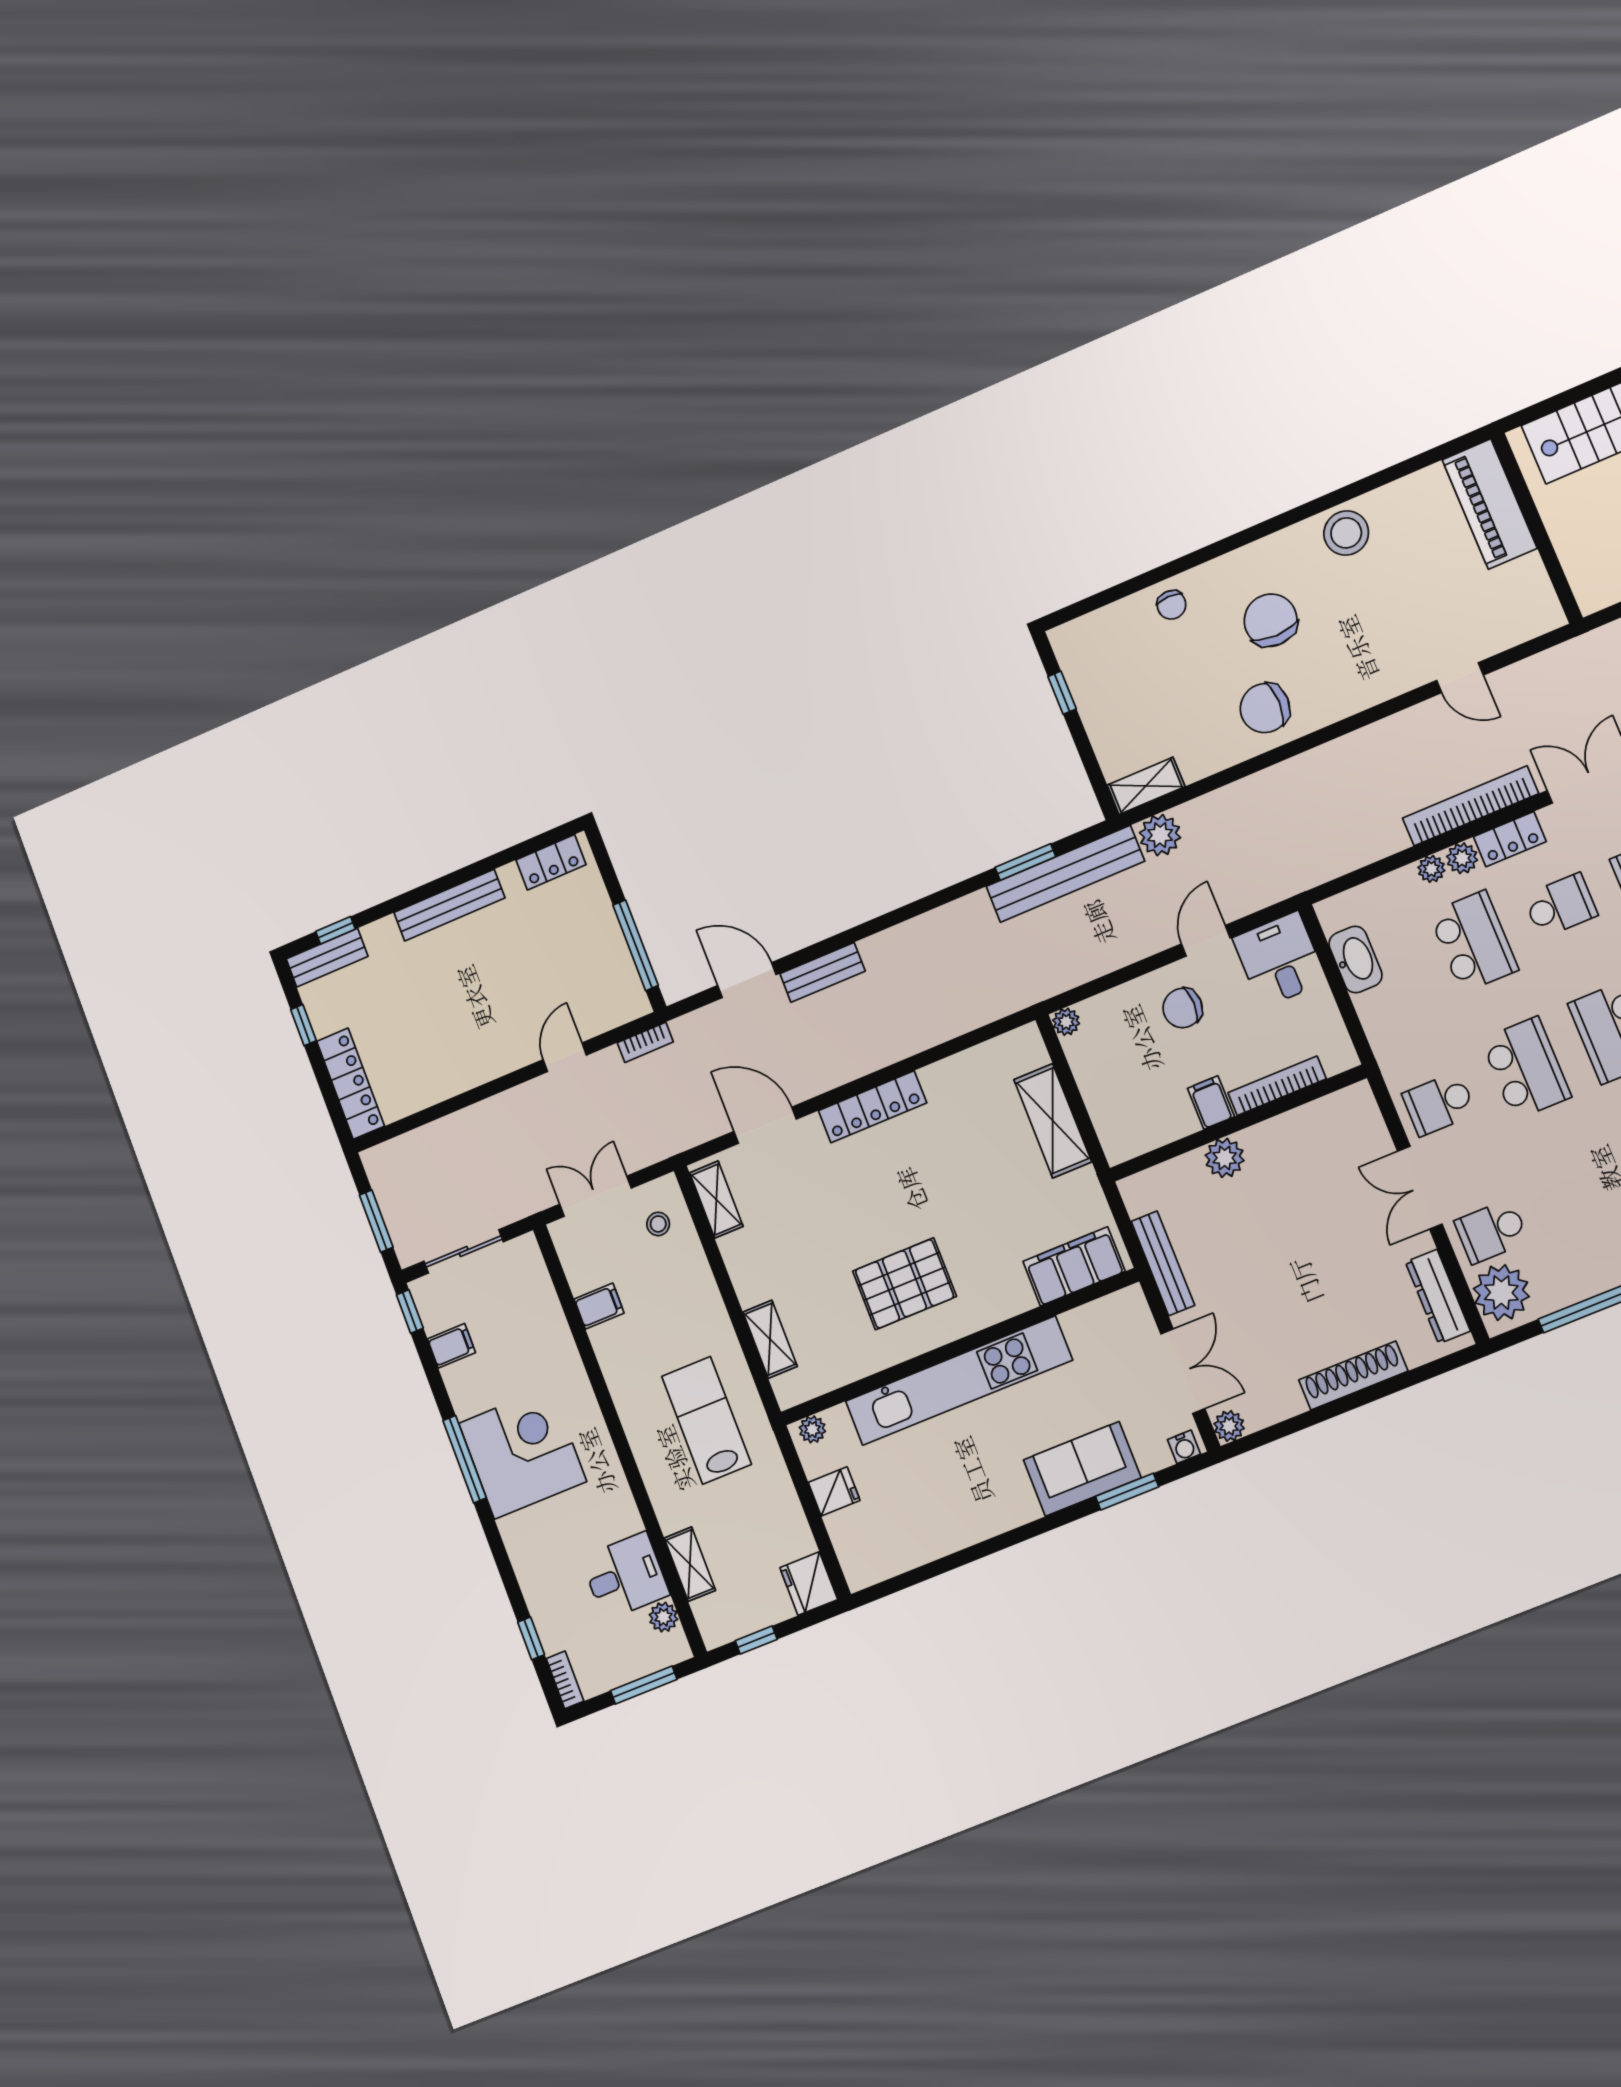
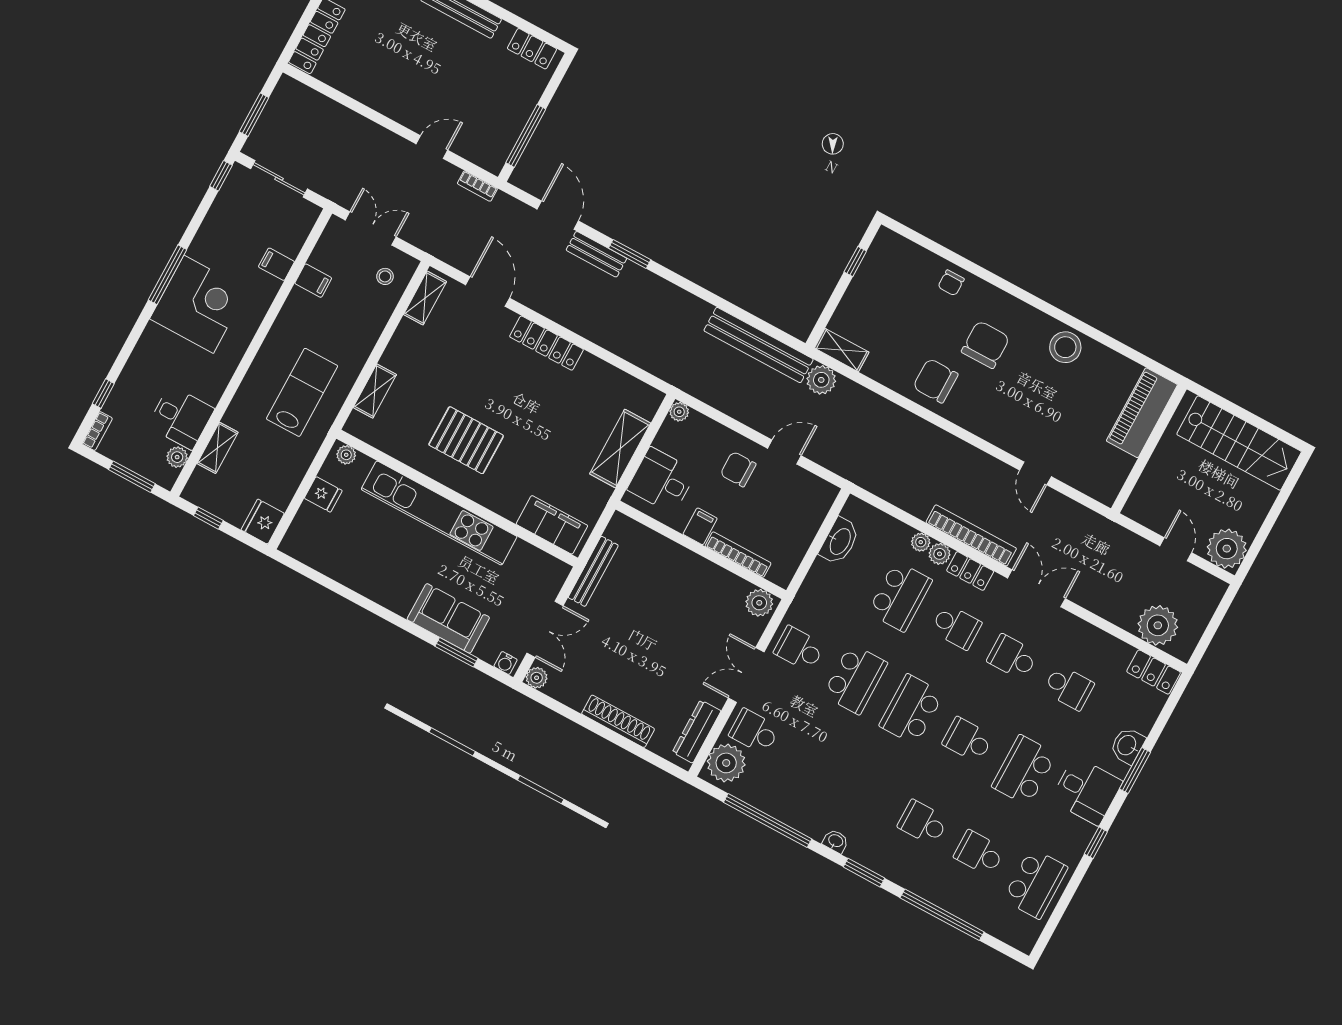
window: (1025, 862) -> (630, 254), moved
desk: (1280, 960) -> (662, 481), moved, turned -90
plant: (1225, 1158) -> (759, 603), moved
filing cabinet: (451, 1346) -> (276, 264), moved, turned 180

